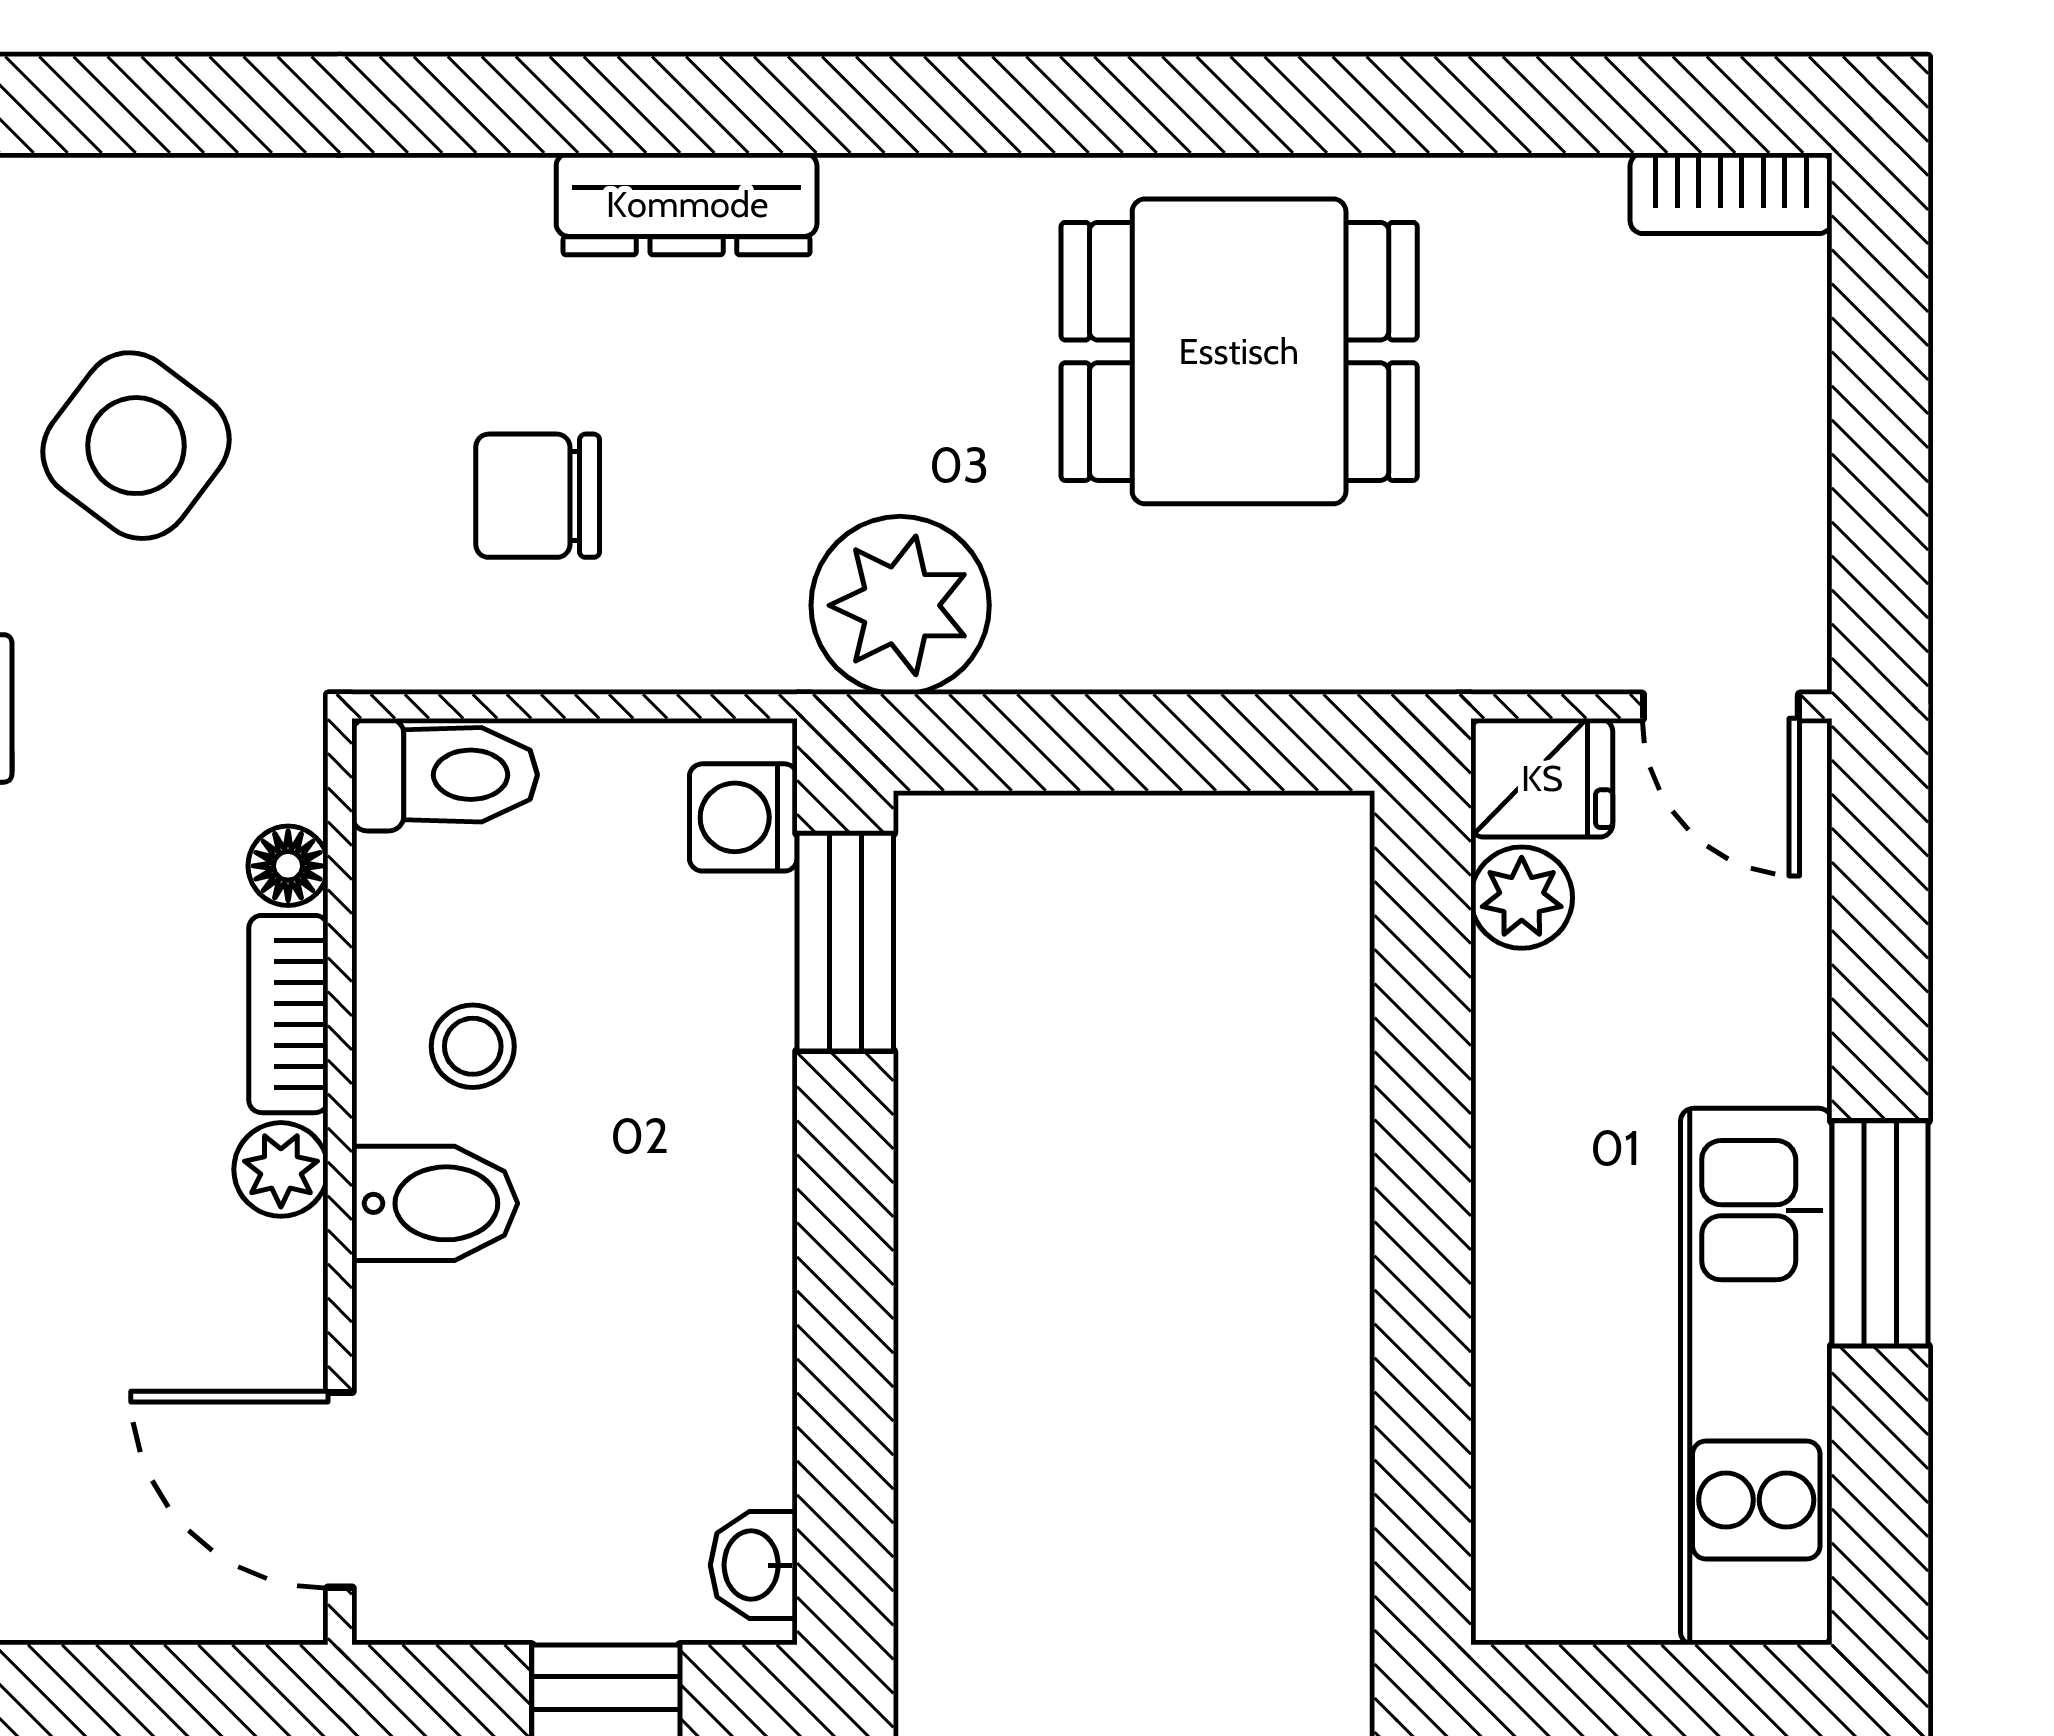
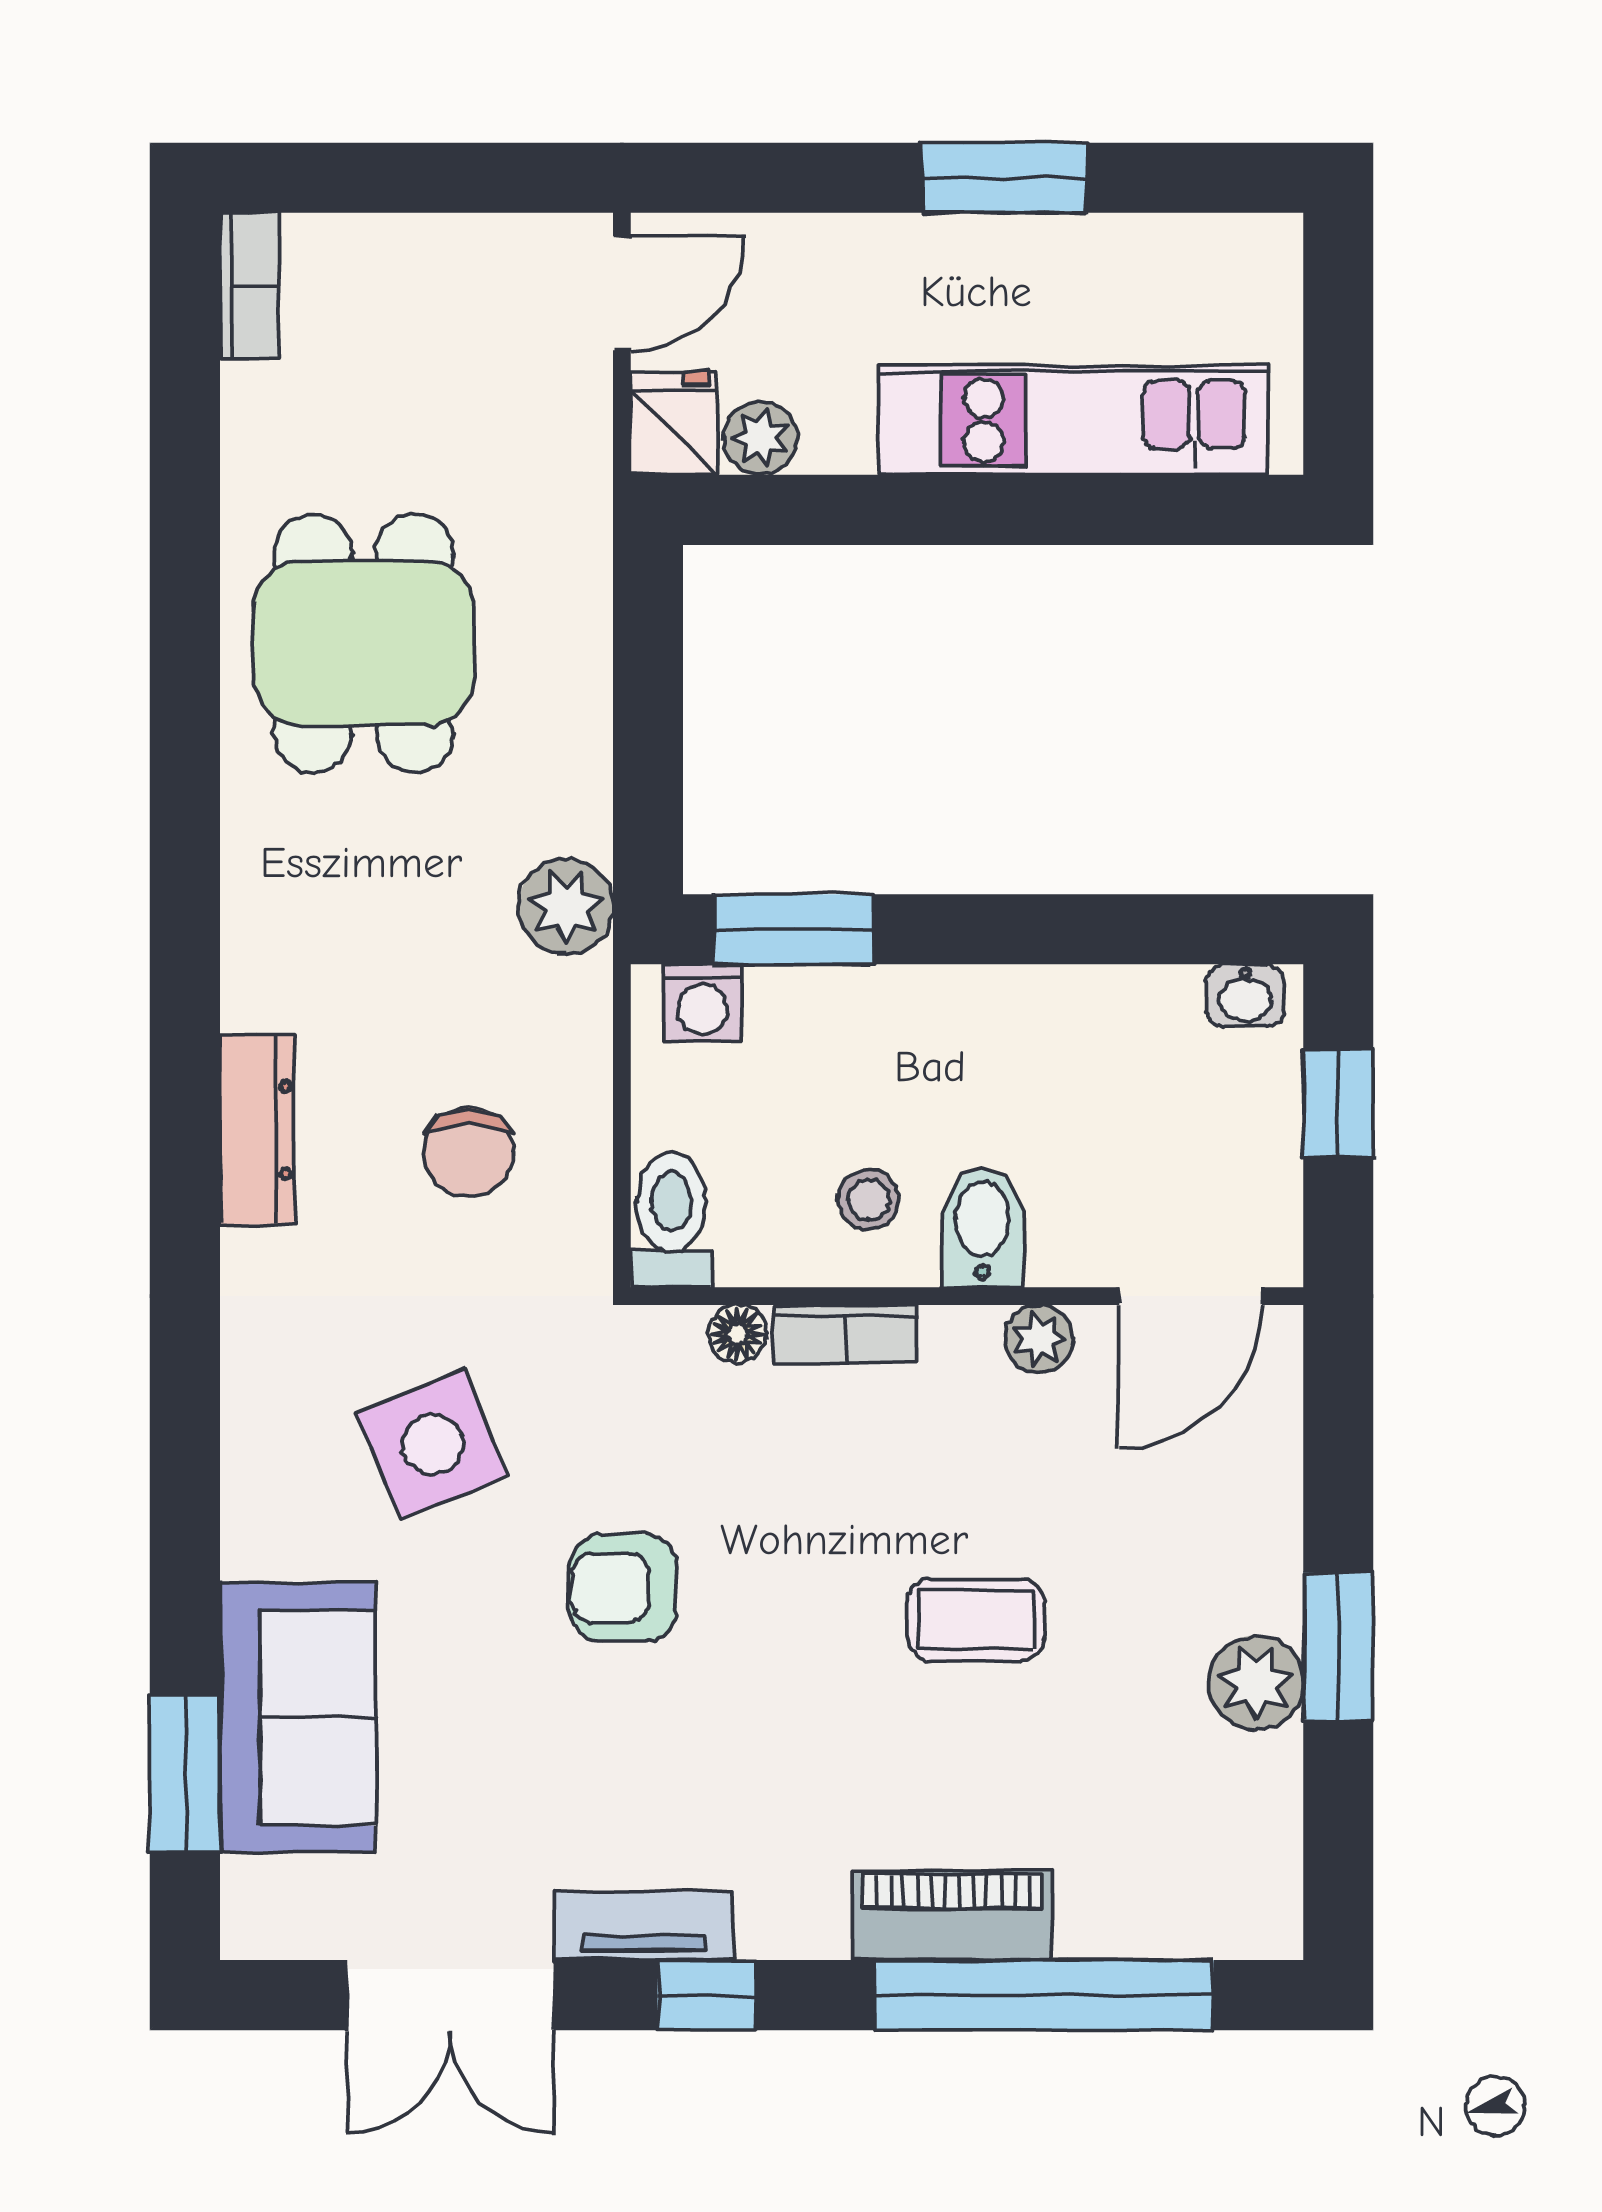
dresser: (687, 204) -> (257, 1130), moved
side table: (136, 446) -> (432, 1444), turned 31
plant: (900, 605) -> (566, 907), width x0.73, depth x0.73
plant: (281, 1169) -> (1039, 1339), moved
kitchen unit: (1756, 1377) -> (1073, 420), moved, turned 180

